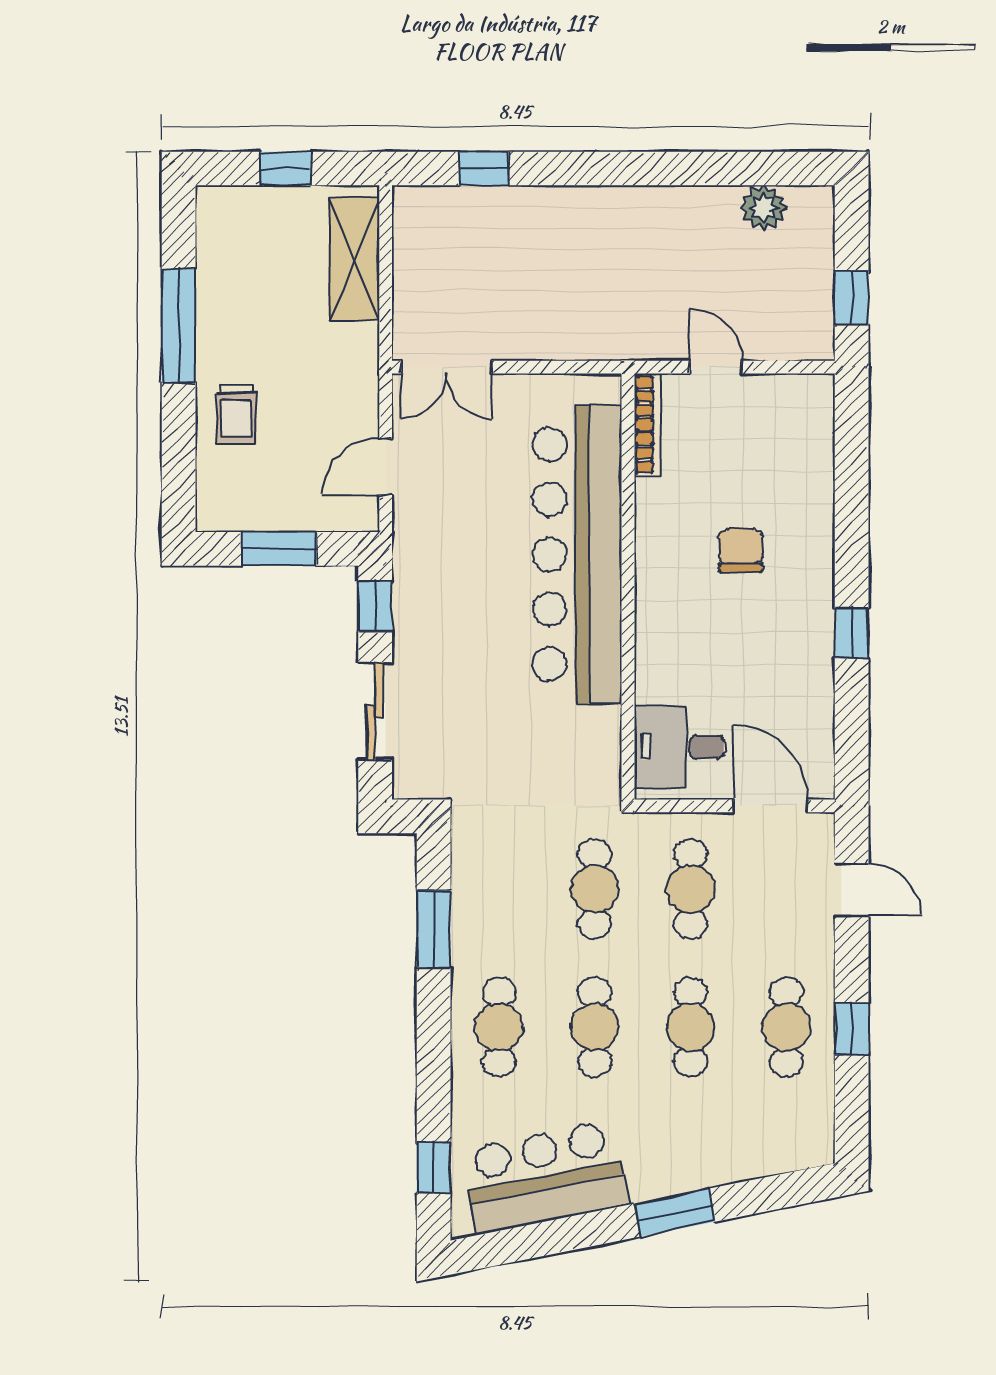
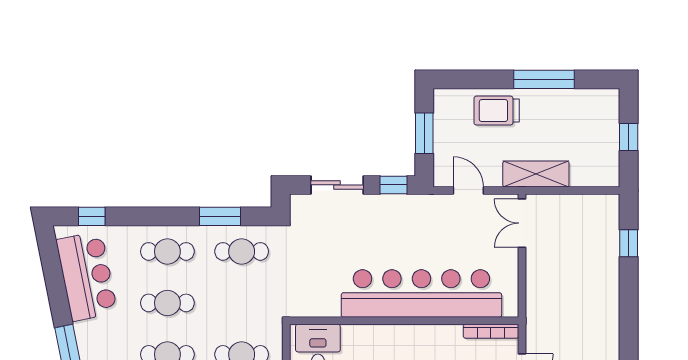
shelving: (355, 259) -> (536, 174), moved
trolley: (236, 414) -> (497, 111), width x1.36, depth x1.39
cafe table: (595, 889) -> (242, 251), moved

